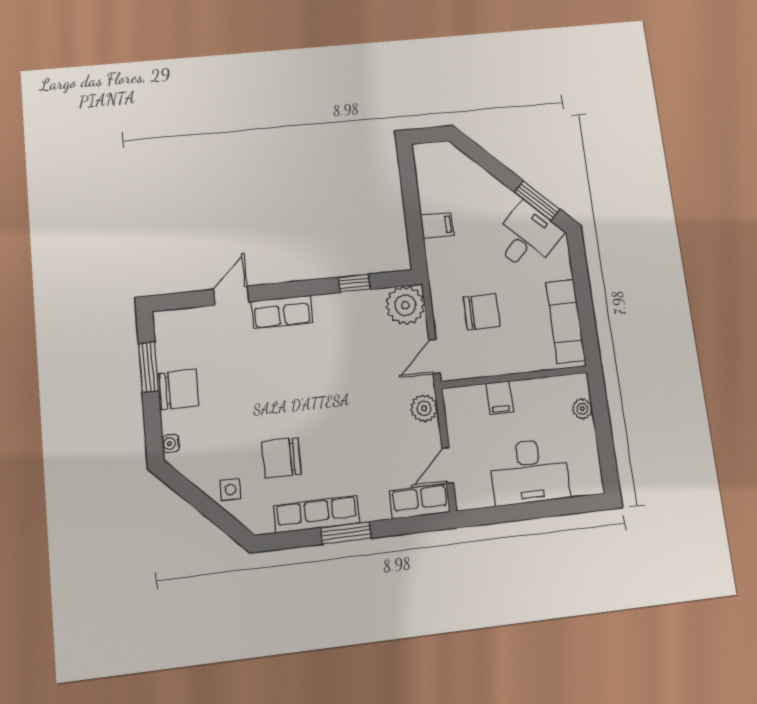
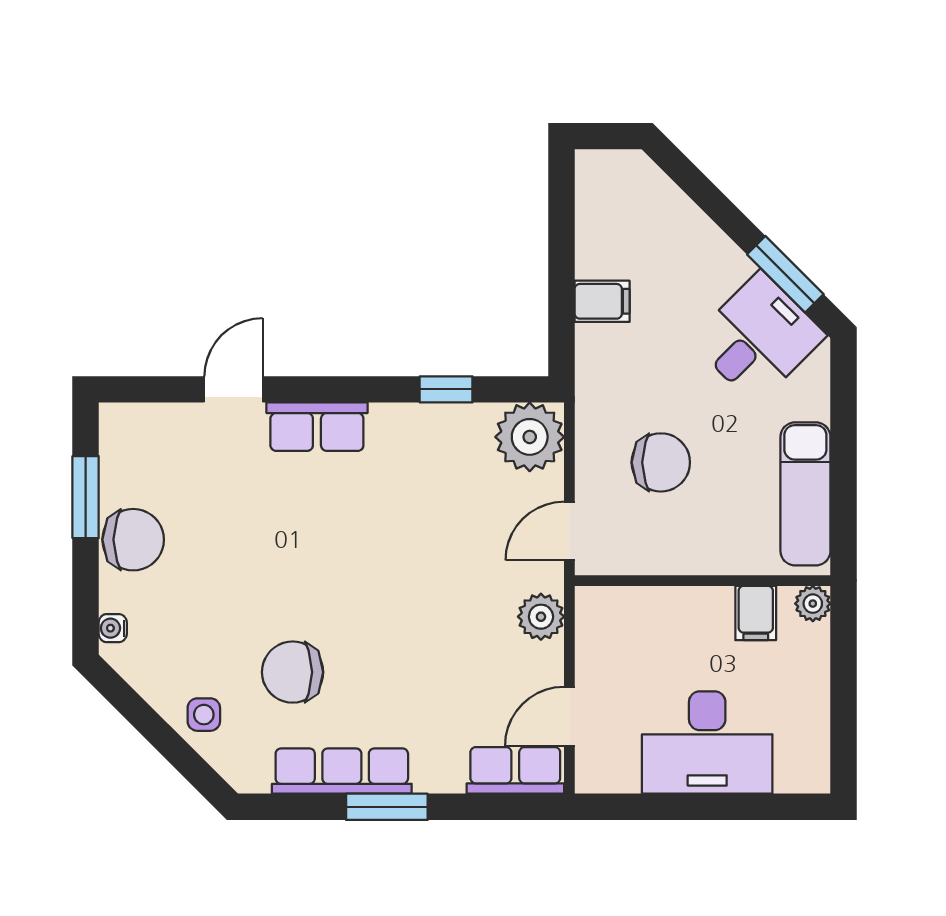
filing cabinet: (499, 398) -> (756, 613), moved
plant: (582, 409) -> (813, 604), moved

